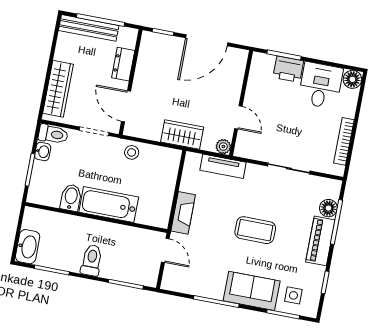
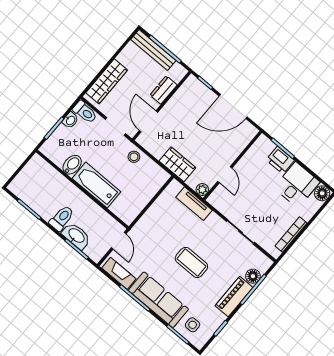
fireplace: (183, 213) -> (119, 273), moved, turned -90
washbasin: (28, 247) -> (76, 236), moved, turned -90
sofa: (252, 291) -> (158, 300), width x1.36

